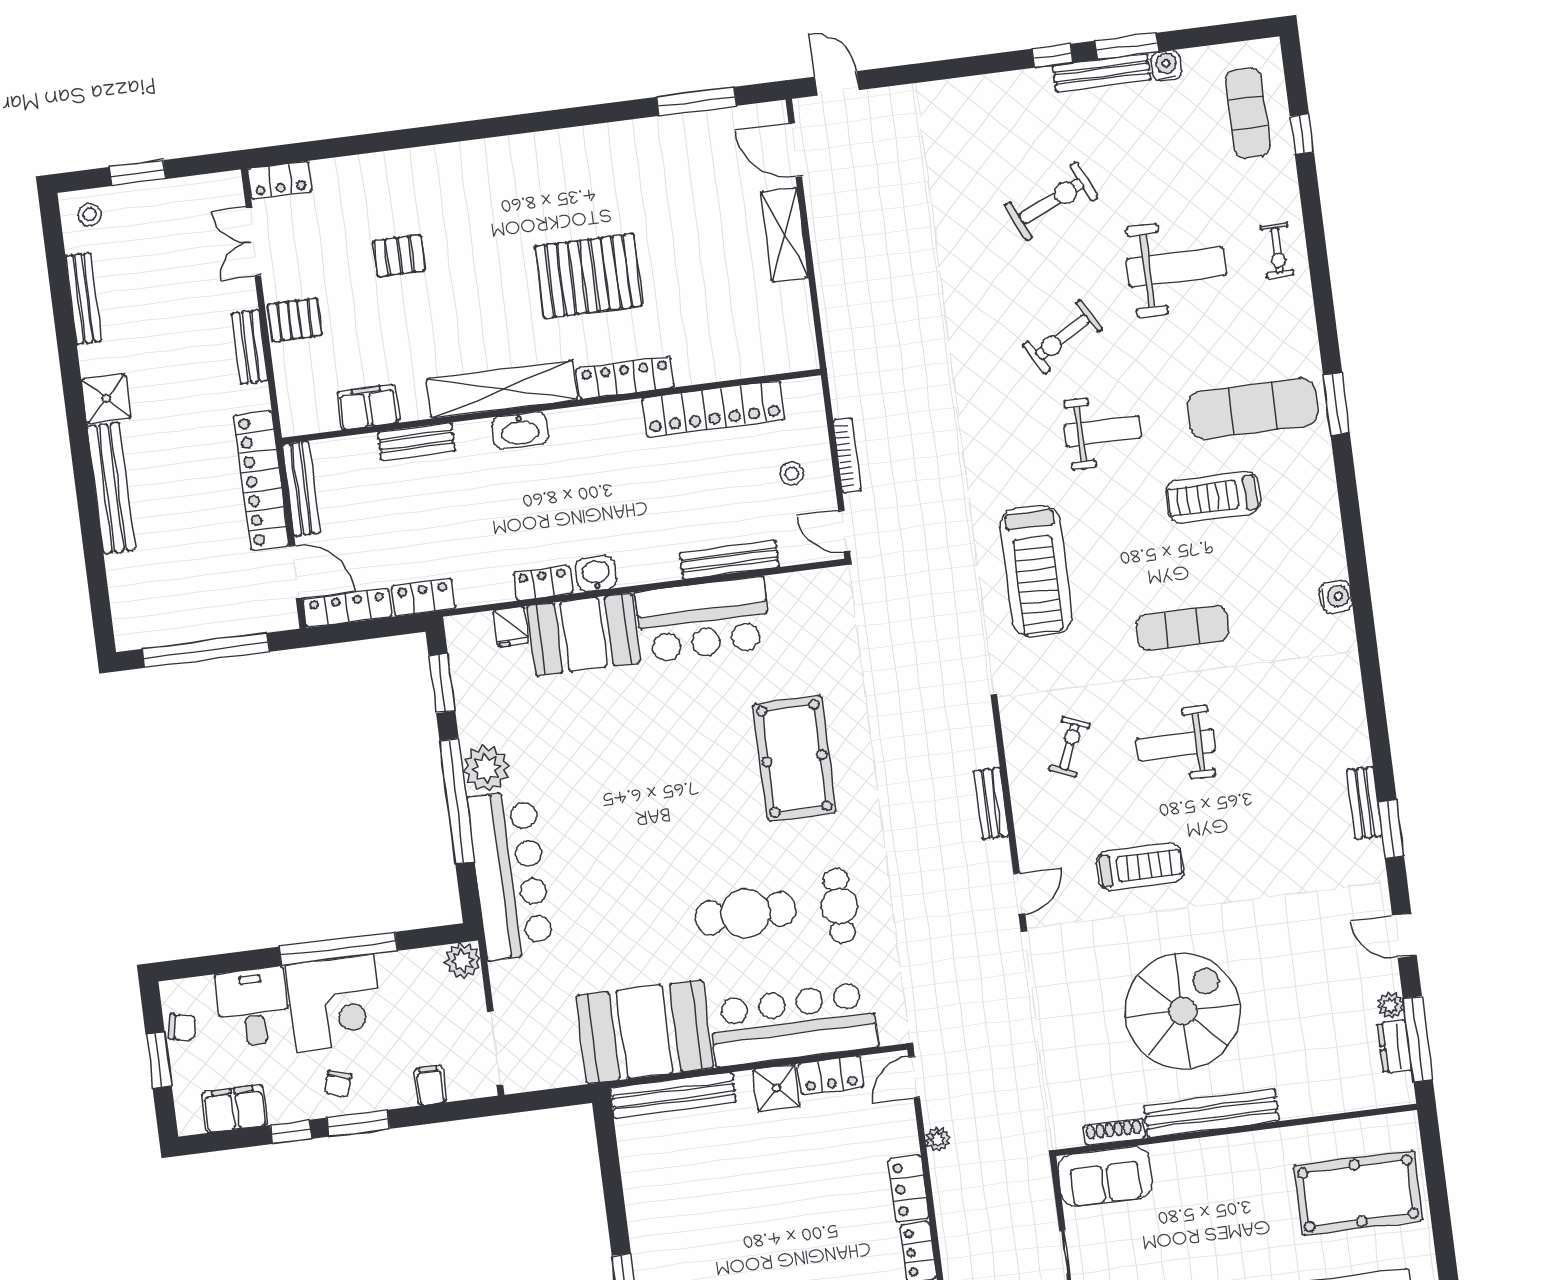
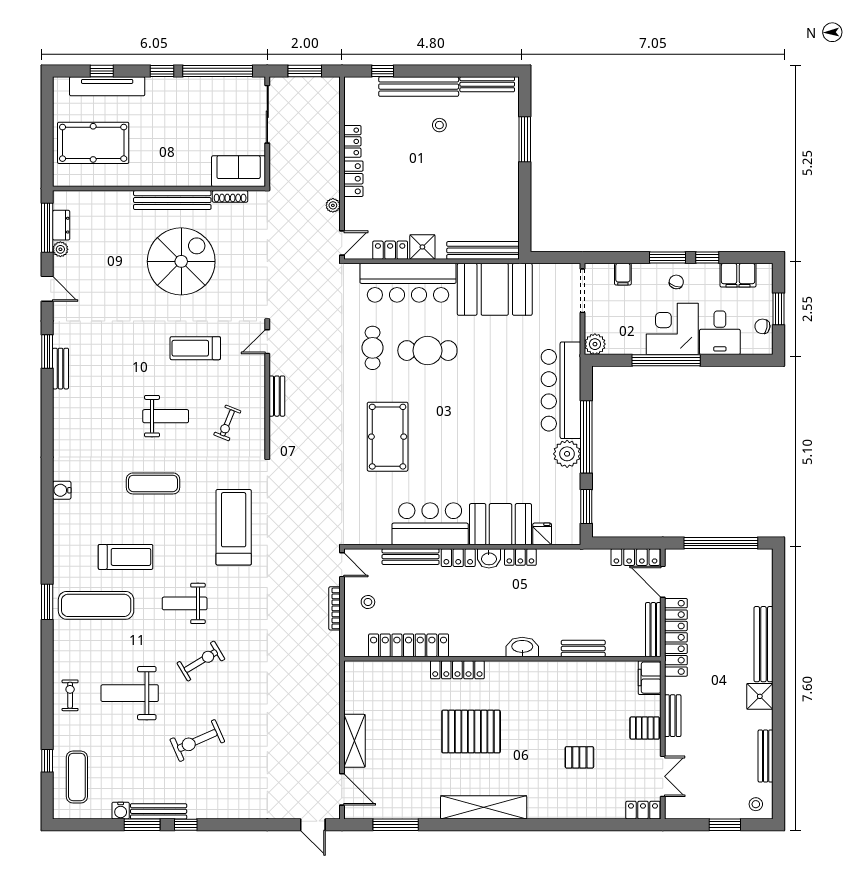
shelving: (502, 389) -> (484, 807), moved
filing cabinet: (368, 407) -> (650, 678), moved, turned 90
locker: (423, 597) -> (458, 558), moved
spiral stairs: (1183, 1011) -> (181, 261), turned 180

